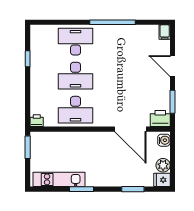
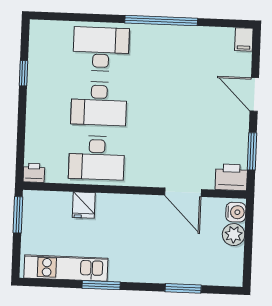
door: (130, 129) -> (183, 192), width x0.73
plant: (163, 165) -> (234, 235), moved
fridge: (162, 180) -> (84, 205), moved, turned -90

